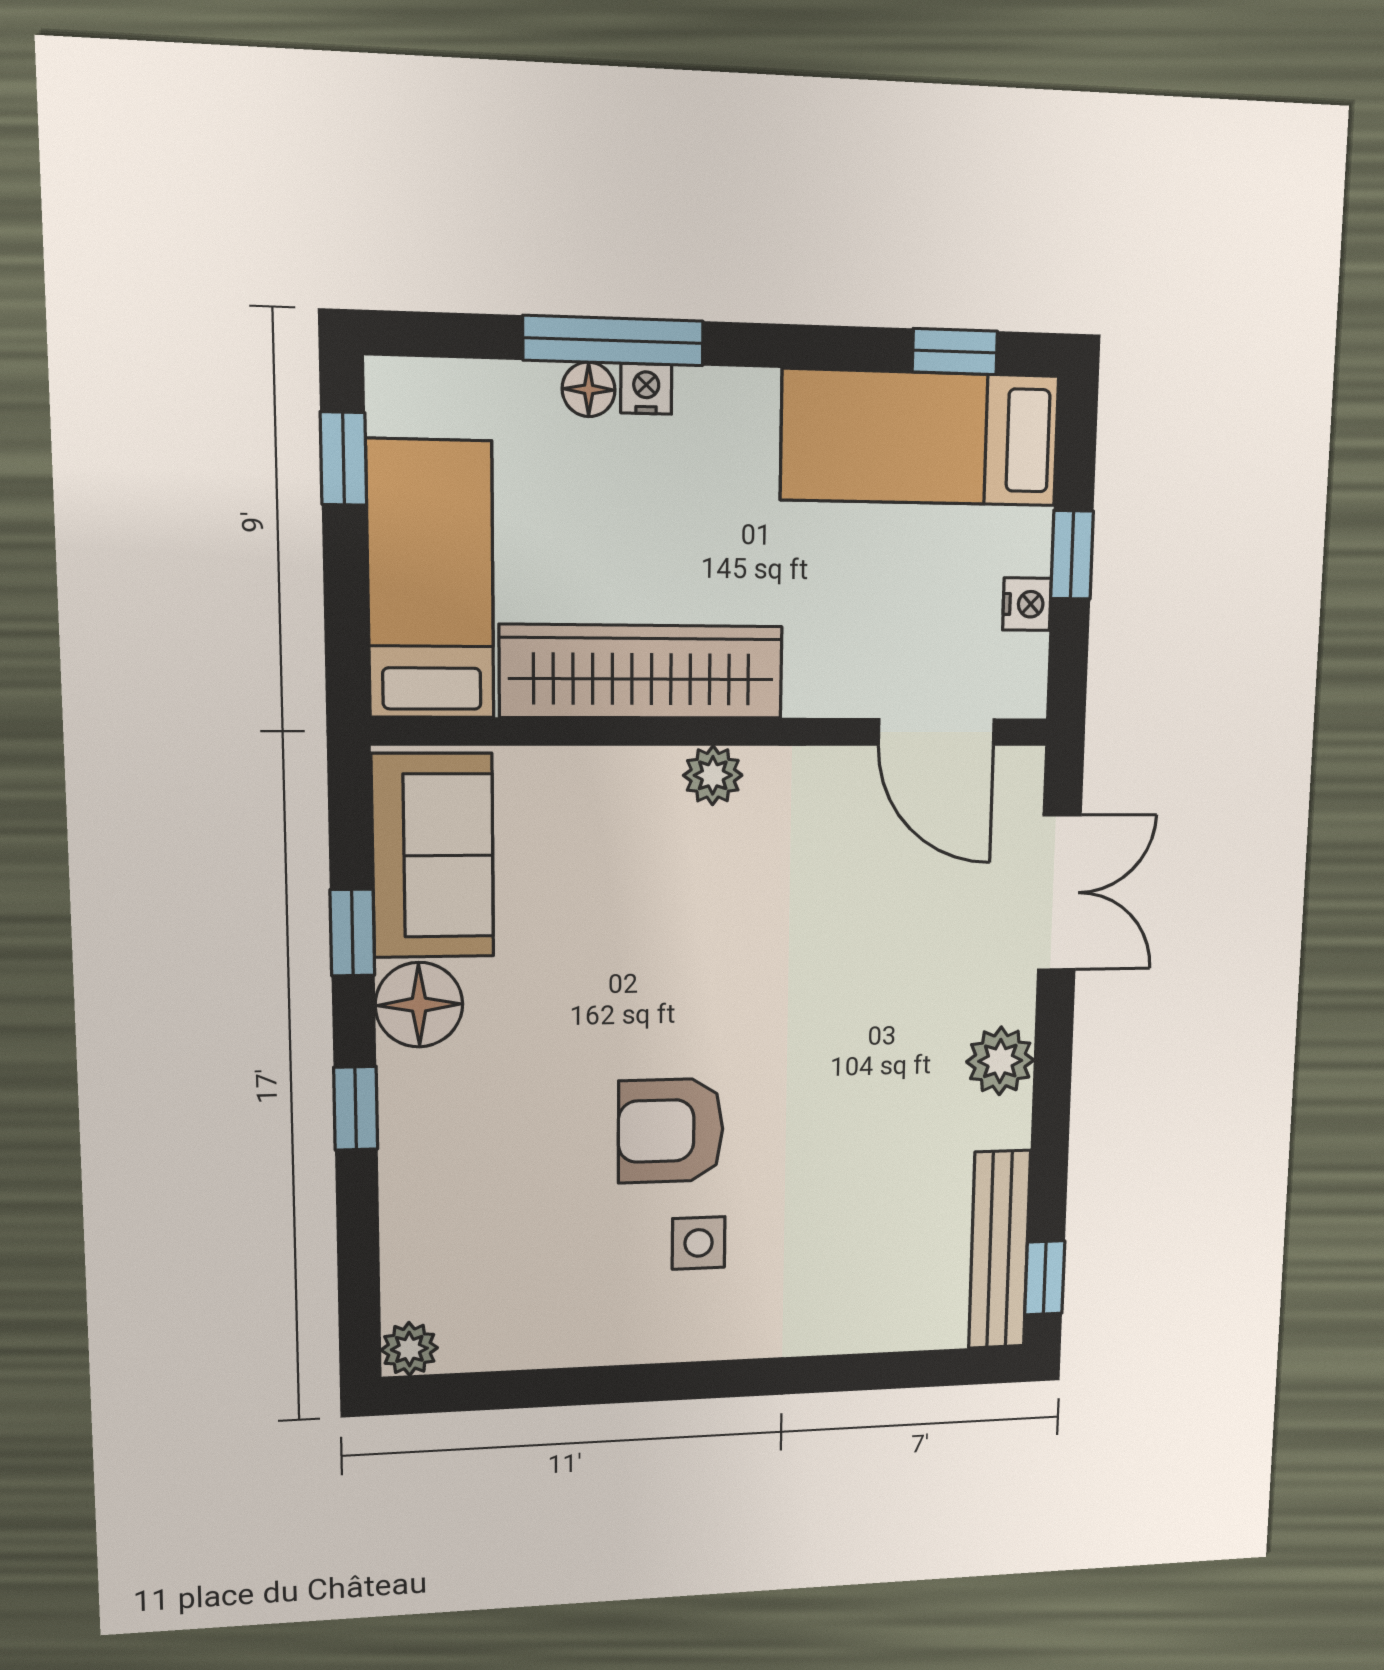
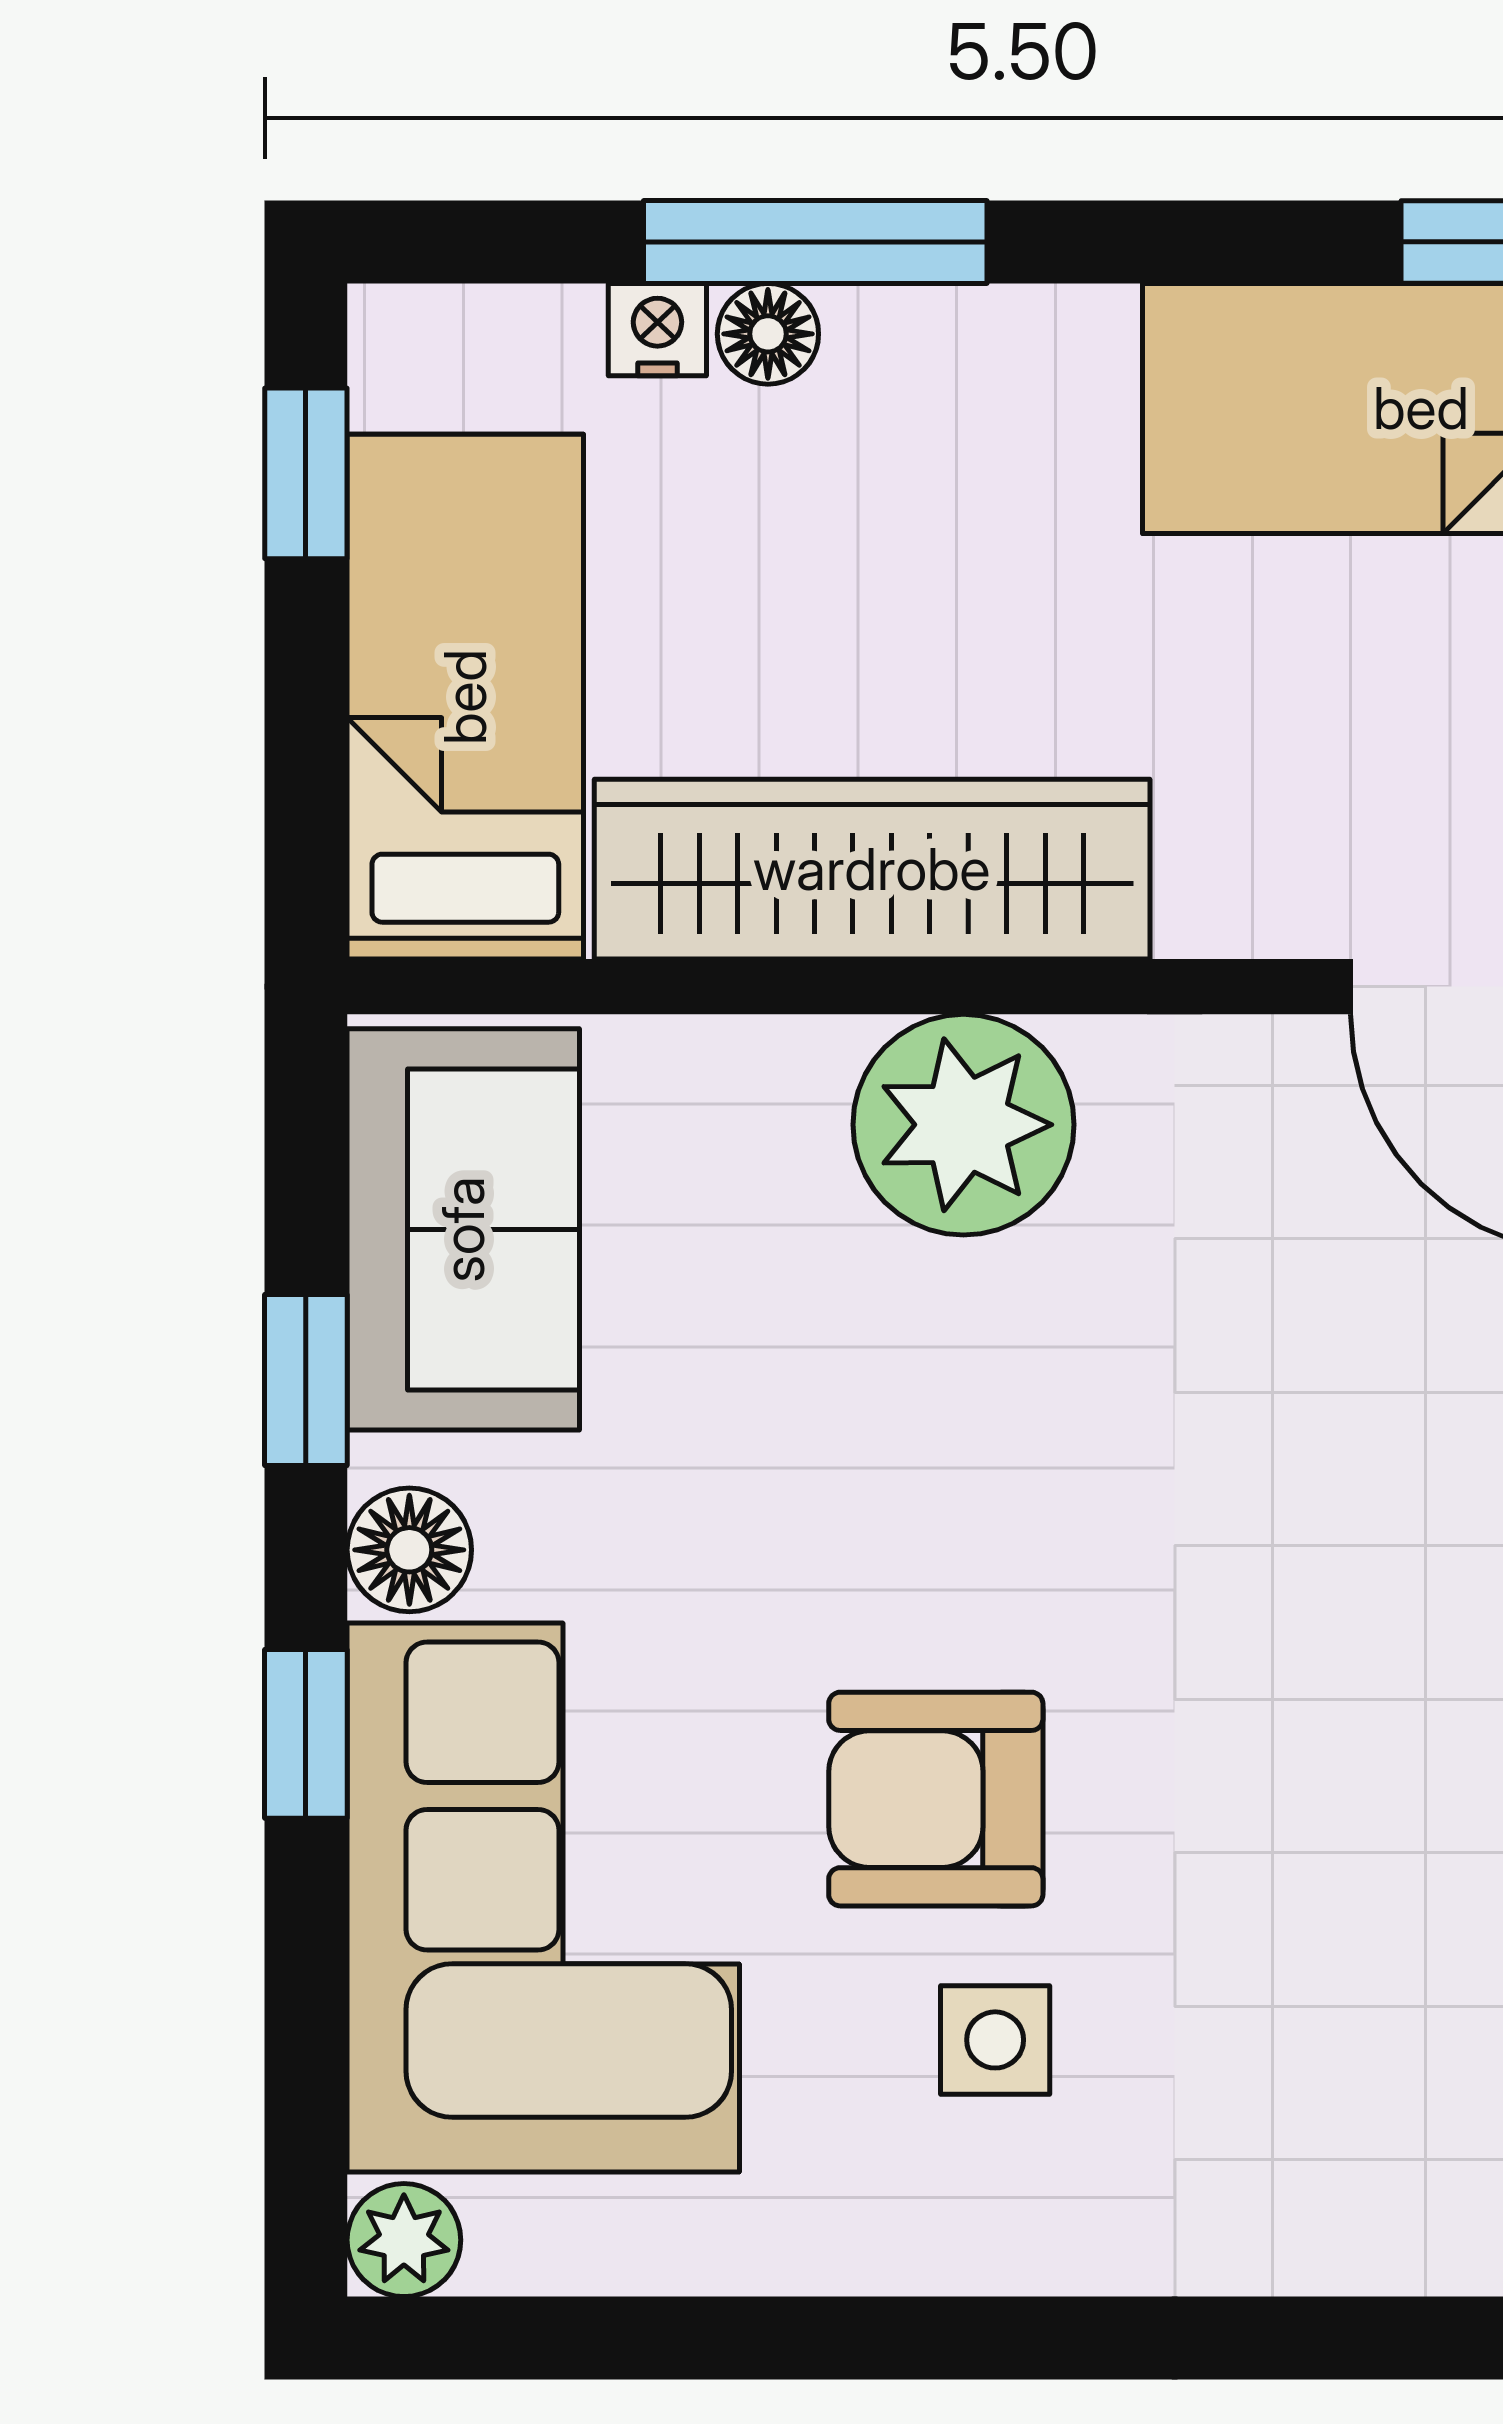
nightstand: (646, 389) -> (657, 330), moved
plant: (713, 775) -> (963, 1125), width x1.87, depth x1.87
floor lamp: (419, 1005) -> (409, 1550), width x0.73, depth x0.73
corner sofa: (477, 1184) -> (543, 1898), added

